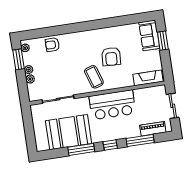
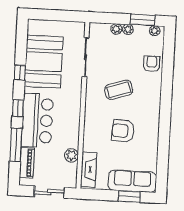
sofa: (149, 35) -> (132, 181), width x1.36
coffee table: (94, 77) -> (119, 90), moved
plant: (139, 94) -> (71, 155), added
bar counter: (112, 105) -> (37, 120), moved, turned 180
window: (81, 149) -> (20, 72), width x0.46

